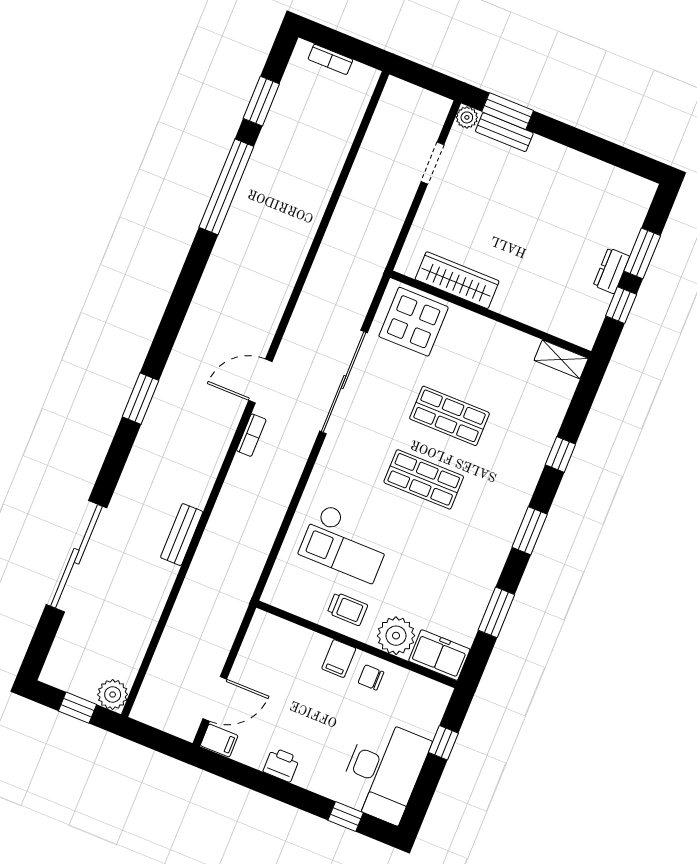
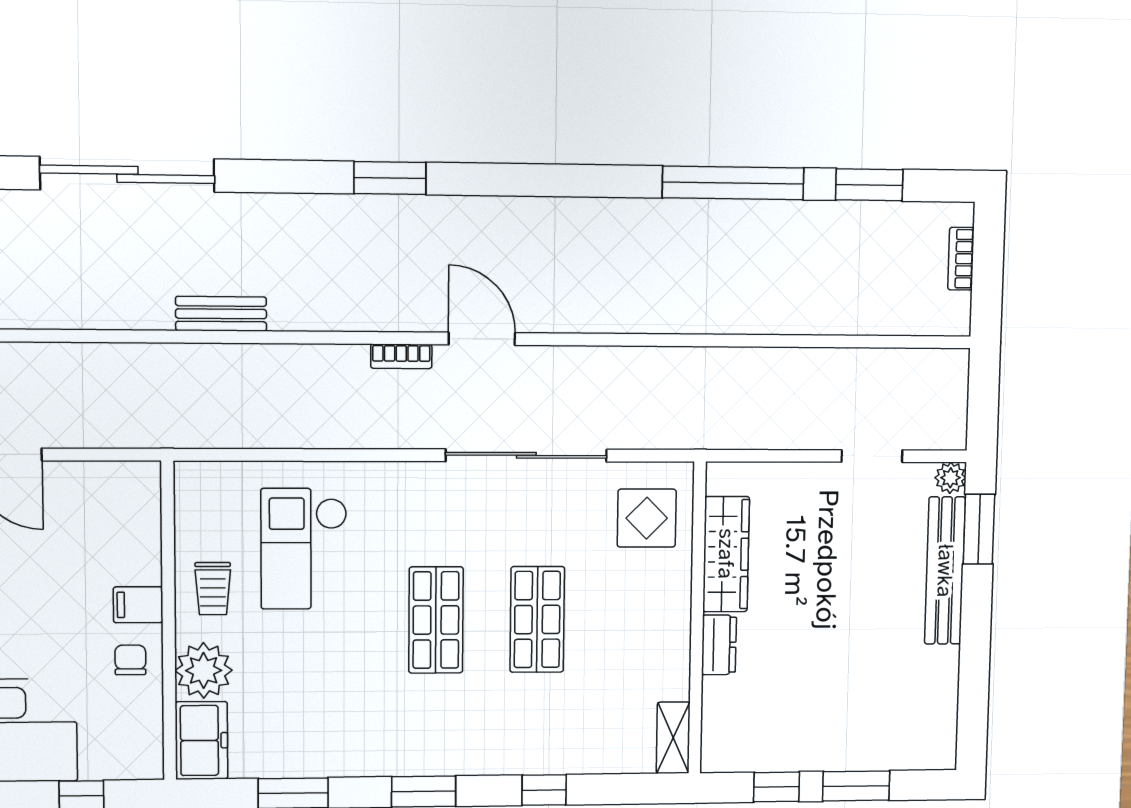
bench: (504, 132) -> (945, 571), width x1.86, depth x1.21
dresser: (611, 271) -> (719, 645), moved, turned 90
display table: (414, 322) -> (647, 518), width x0.73, depth x0.73

